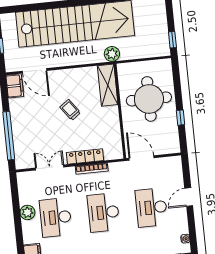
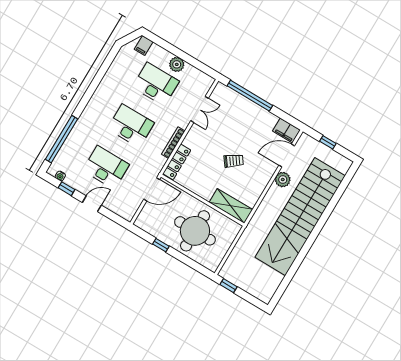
plant: (112, 54) -> (283, 180), moved
locker: (85, 157) -> (177, 162), moved
door: (189, 197) -> (92, 204), hinge flipped
window: (192, 226) -> (67, 189), added

